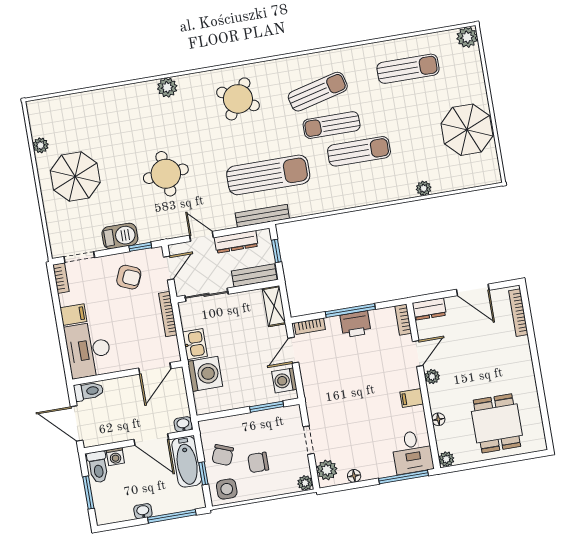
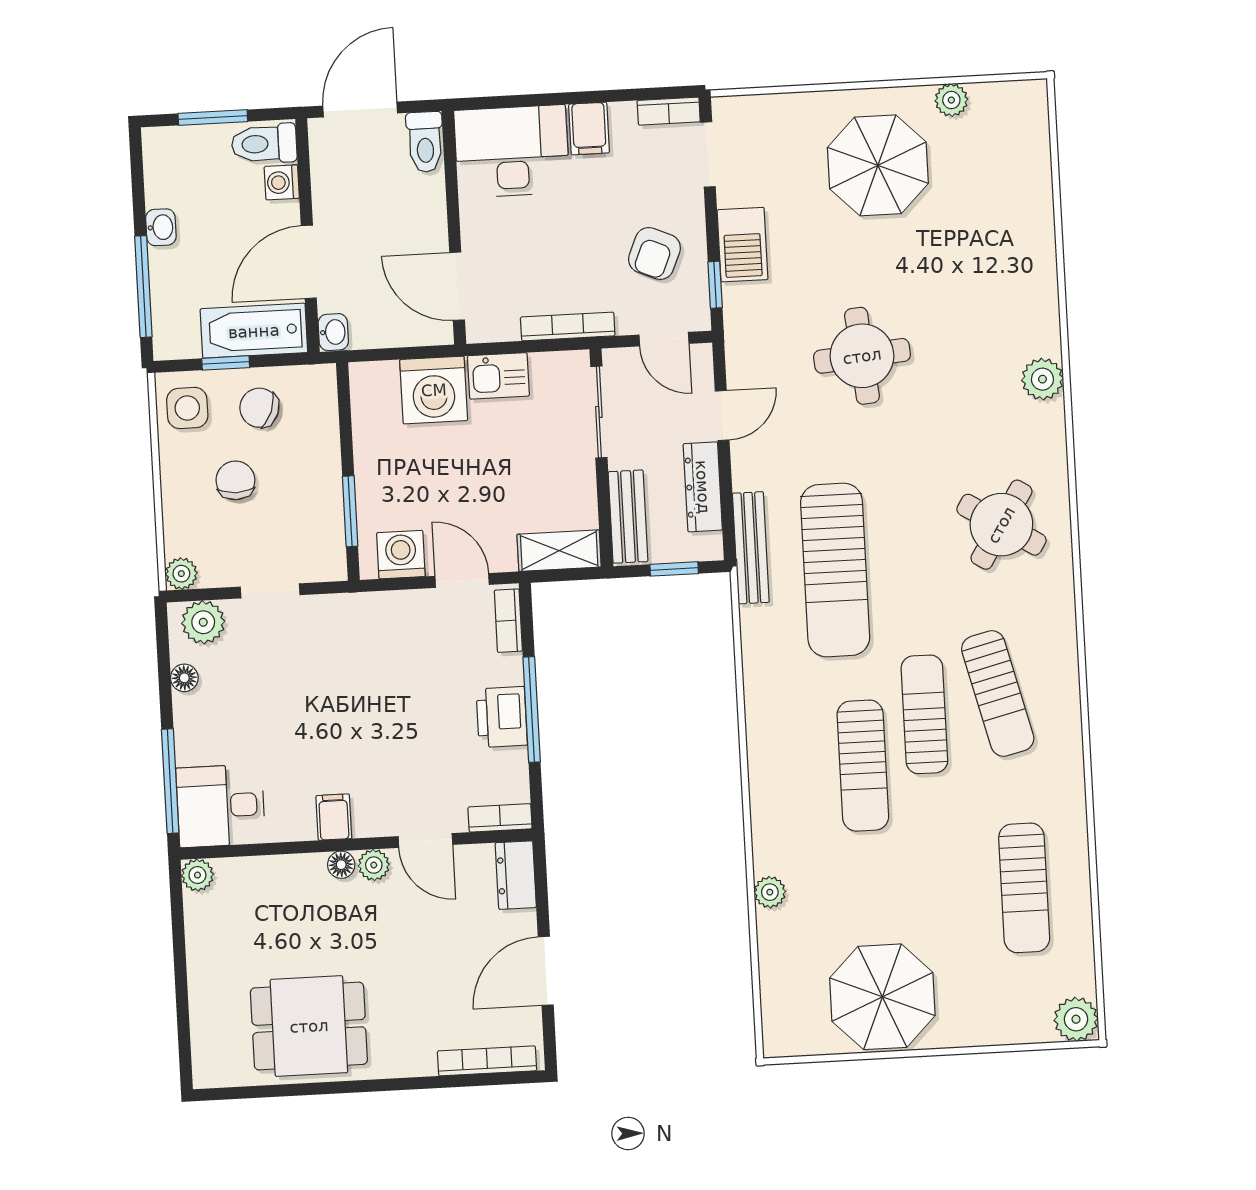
floor lamp: (438, 419) -> (341, 865), moved
dining table: (497, 423) -> (309, 1026), moved

